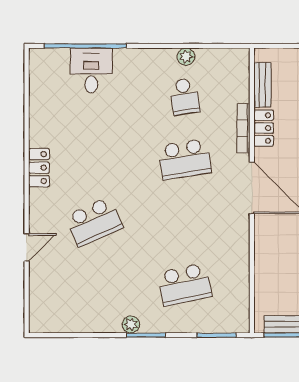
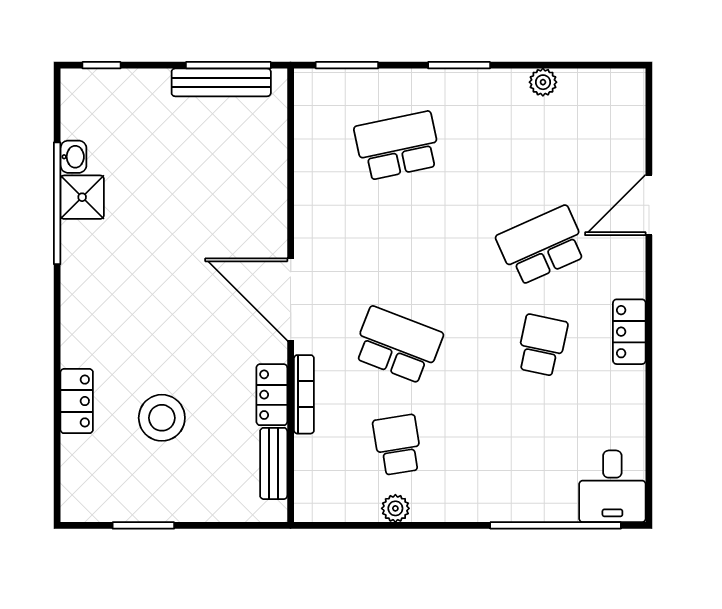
desk: (91, 70) -> (612, 486), moved
school desk: (94, 159) -> (542, 345), added
school desk: (185, 159) -> (398, 345), turned 30
door: (27, 247) -> (649, 205), width x1.38
plant: (131, 324) -> (543, 82), moved

